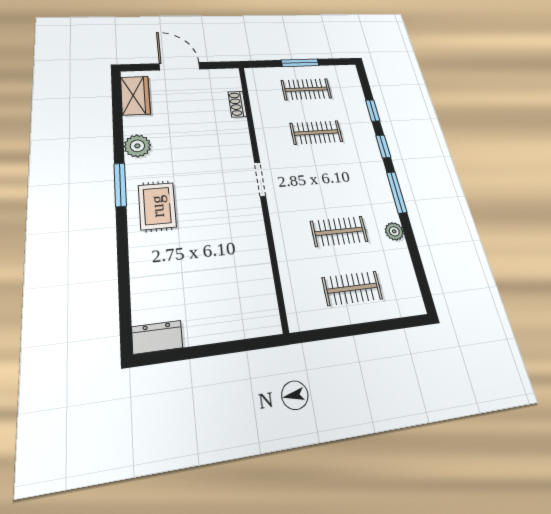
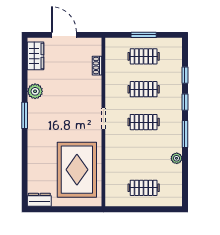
rug: (157, 206) -> (77, 170), moved, width x1.86, depth x2.06
clothes rail: (339, 231) -> (144, 122), moved

